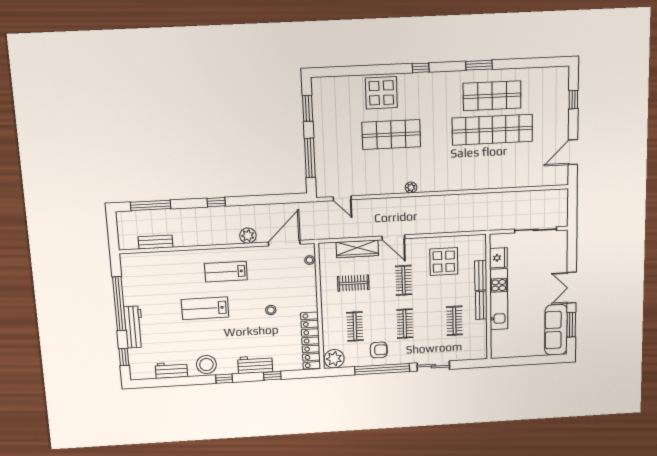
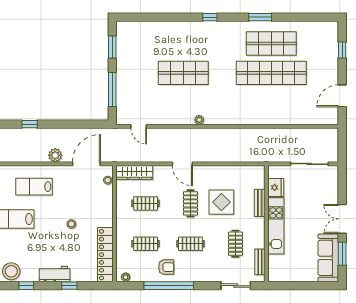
display table: (381, 93) -> (176, 37), removed
wardrobe: (357, 249) -> (134, 172), moved
display table: (444, 262) -> (221, 202), moved
bench: (481, 305) -> (260, 262), moved
clothes rail: (405, 324) -> (190, 244), turned 90
clothes rail: (355, 326) -> (146, 244), turned 90
plant: (334, 359) -> (126, 277), width x0.53, depth x0.53
sliding door: (433, 366) -> (236, 286), moved

